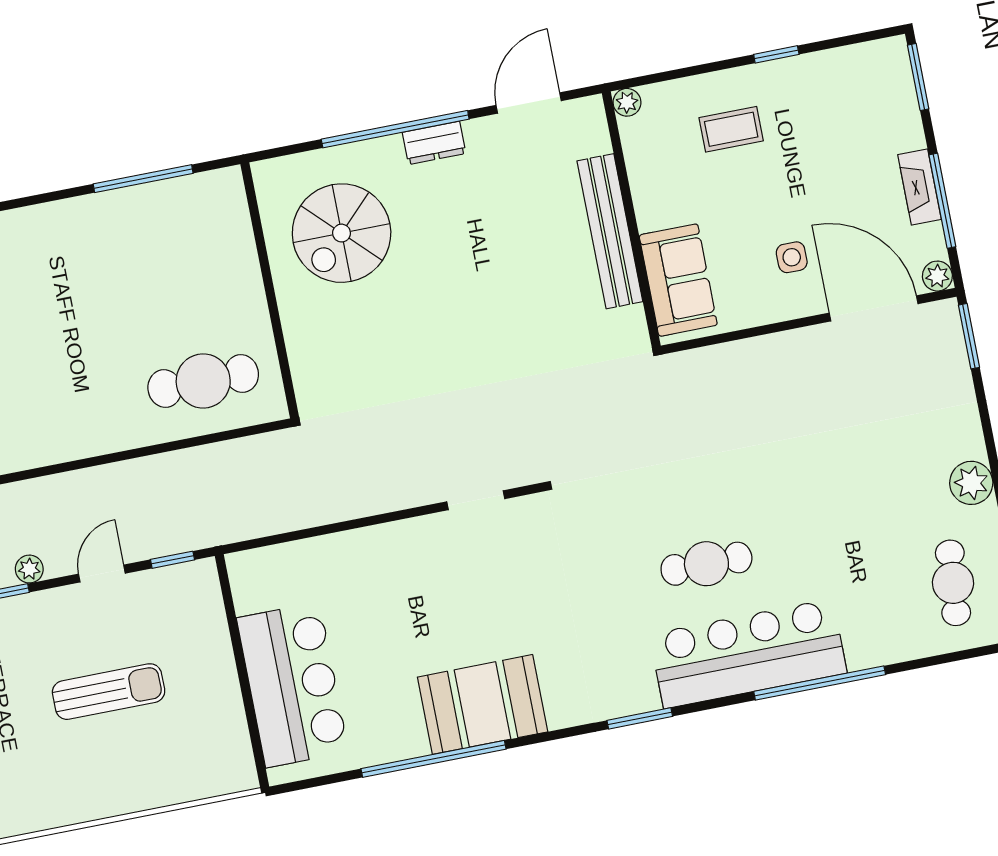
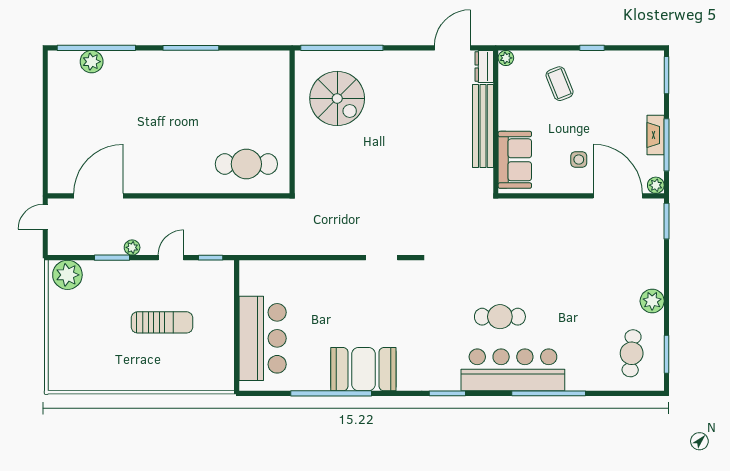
window: (395, 129) -> (342, 48), moved
coffee table: (731, 129) -> (560, 84), turned 68
dresser: (434, 143) -> (484, 66), moved, turned 90
window: (143, 179) -> (191, 48), moved
spiral stairs: (342, 233) -> (337, 98), turned -90

